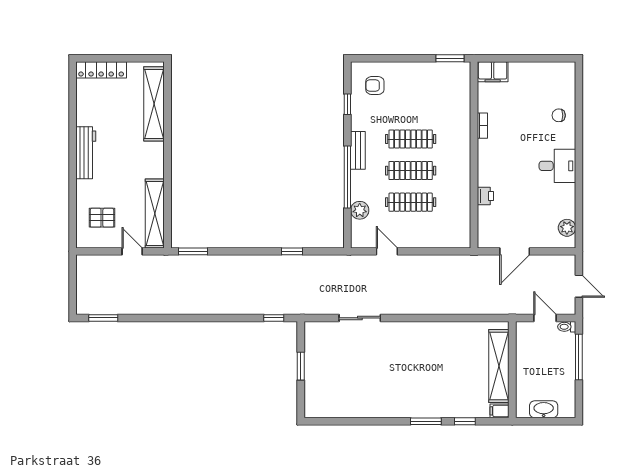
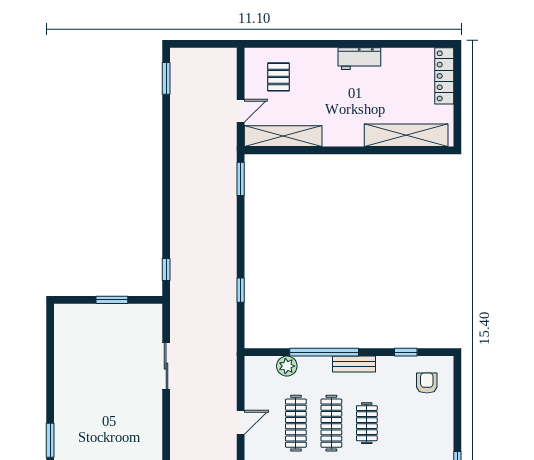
clothes rail: (411, 139) -> (367, 423), width x0.73
workbench: (86, 153) -> (359, 59), width x0.73
door: (387, 251) -> (241, 422), moved

